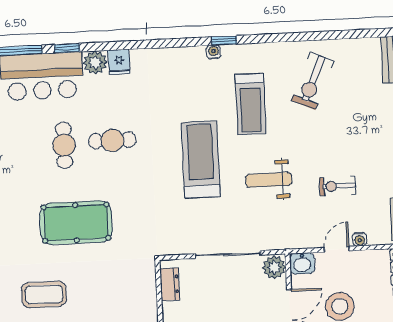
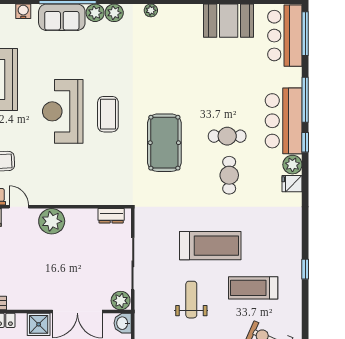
water cooler: (213, 52) -> (296, 260), removed

